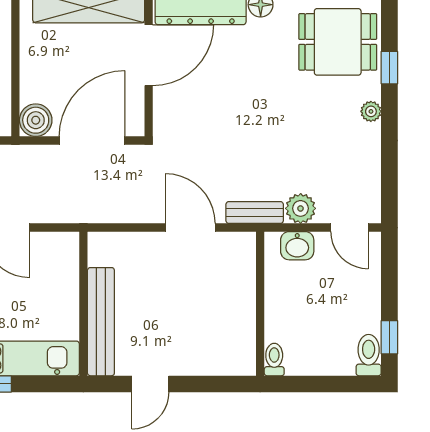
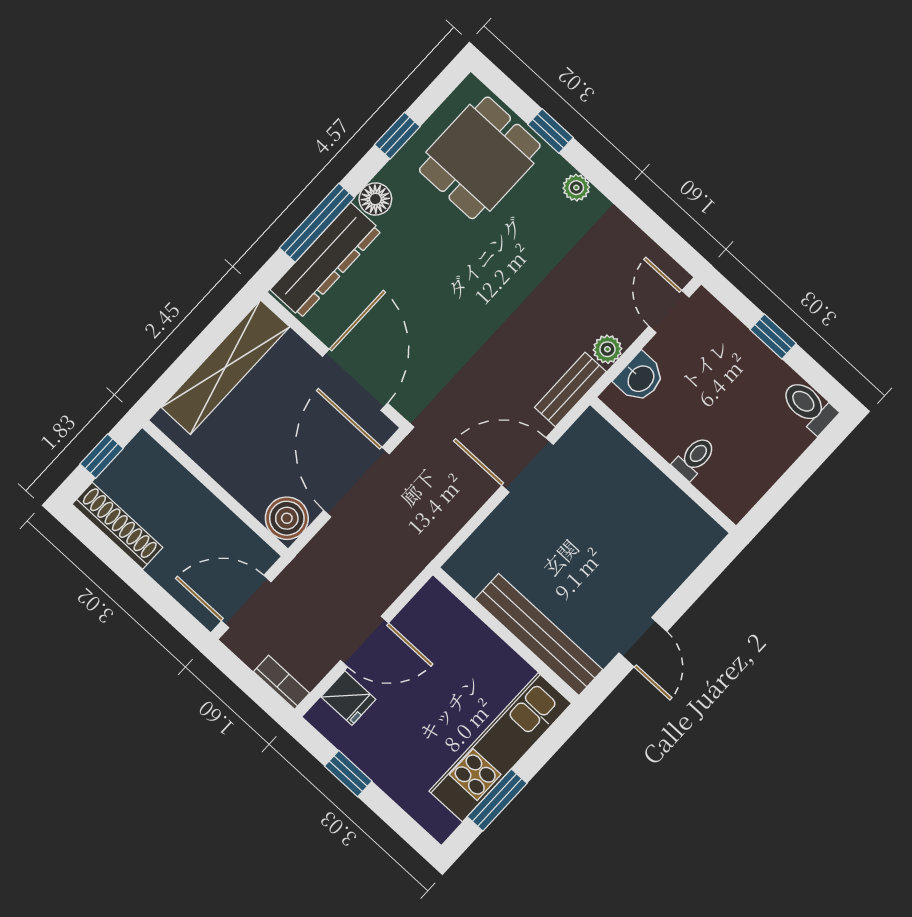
door: (149, 55) -> (355, 380), moved
plant: (301, 208) -> (607, 349), width x0.73, depth x0.73
door: (349, 228) -> (669, 312), swing flipped
window: (389, 337) -> (773, 336), moved
toilet: (274, 360) -> (694, 458), moved, turned 90

